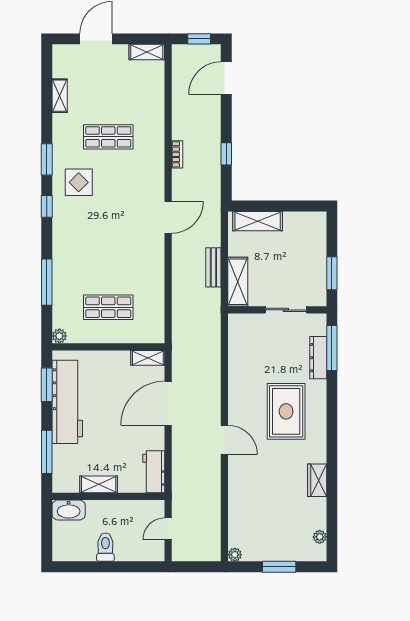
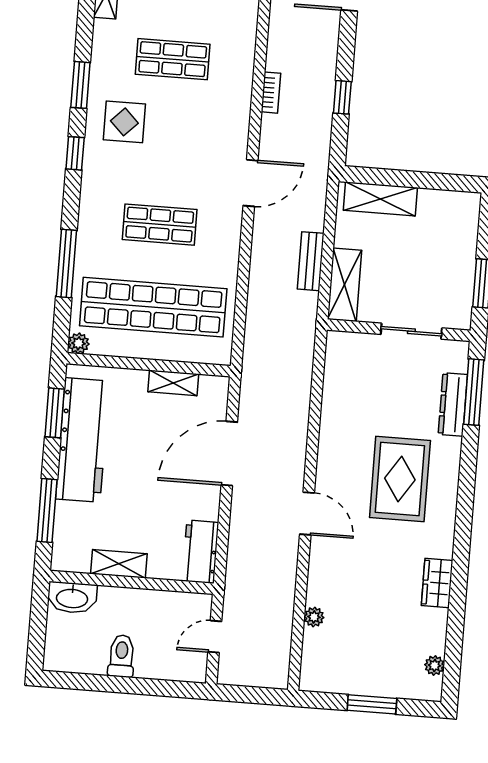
shop shelf: (108, 250) -> (160, 225), added
shop shelf: (108, 307) -> (153, 307), width x2.00, depth x1.36
shelving: (148, 358) -> (173, 383), moved
plant: (235, 555) -> (314, 617), moved

